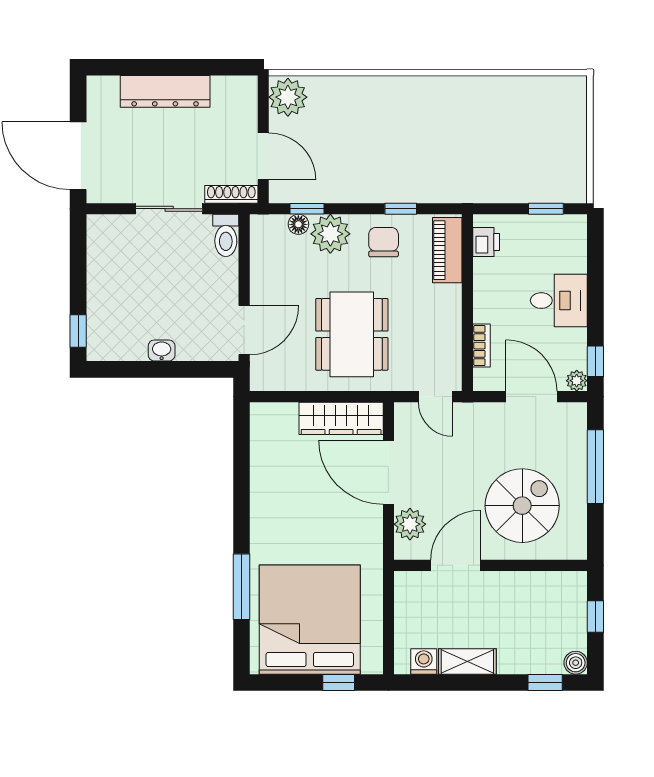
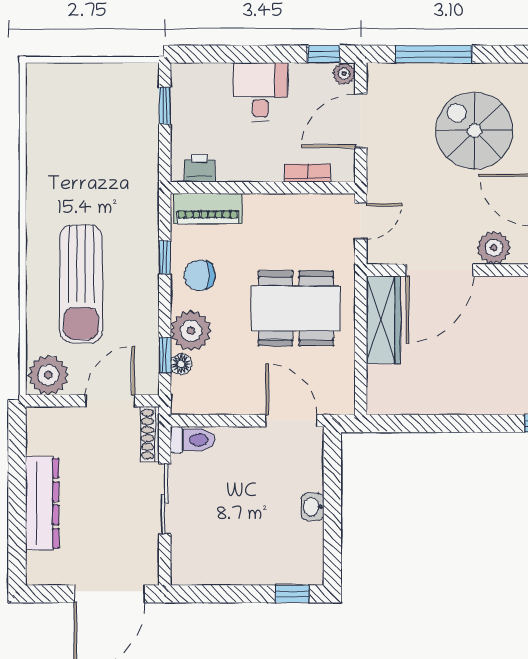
sun lounger: (375, 129) -> (81, 284), added

